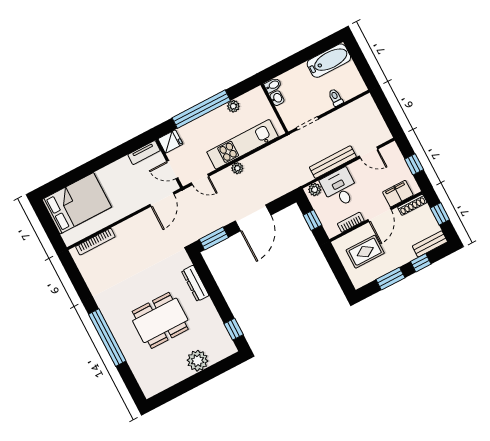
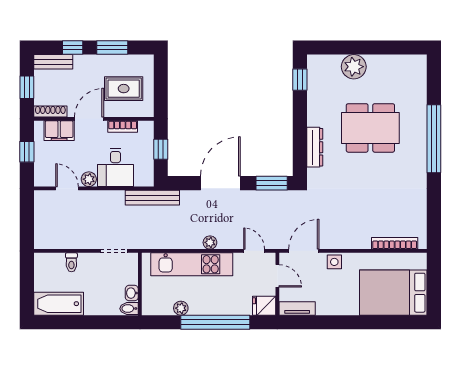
bench: (333, 162) -> (152, 198), moved
plant: (315, 190) -> (89, 179), moved
side table: (134, 203) -> (334, 262), added

